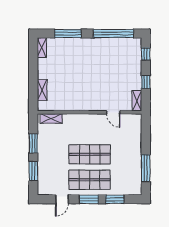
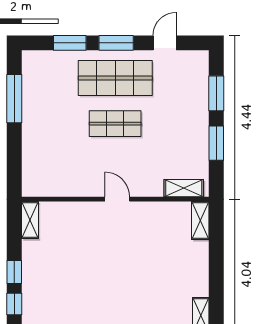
window: (146, 82) -> (14, 272), moved
shelving: (42, 90) -> (200, 220), moved
door: (113, 112) -> (117, 199), moved
shop shelf: (90, 154) -> (115, 124), width x0.70, depth x0.74

